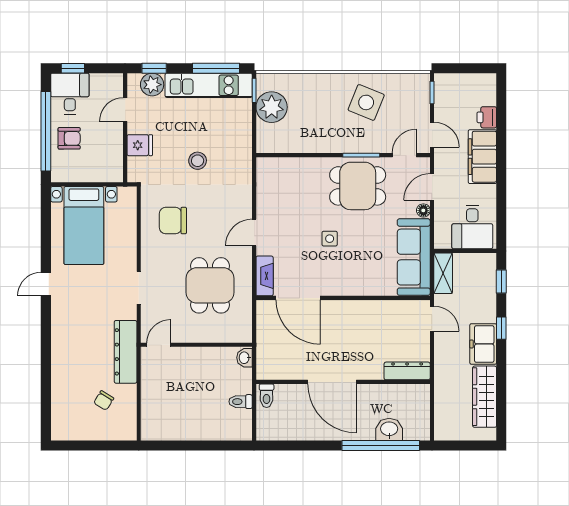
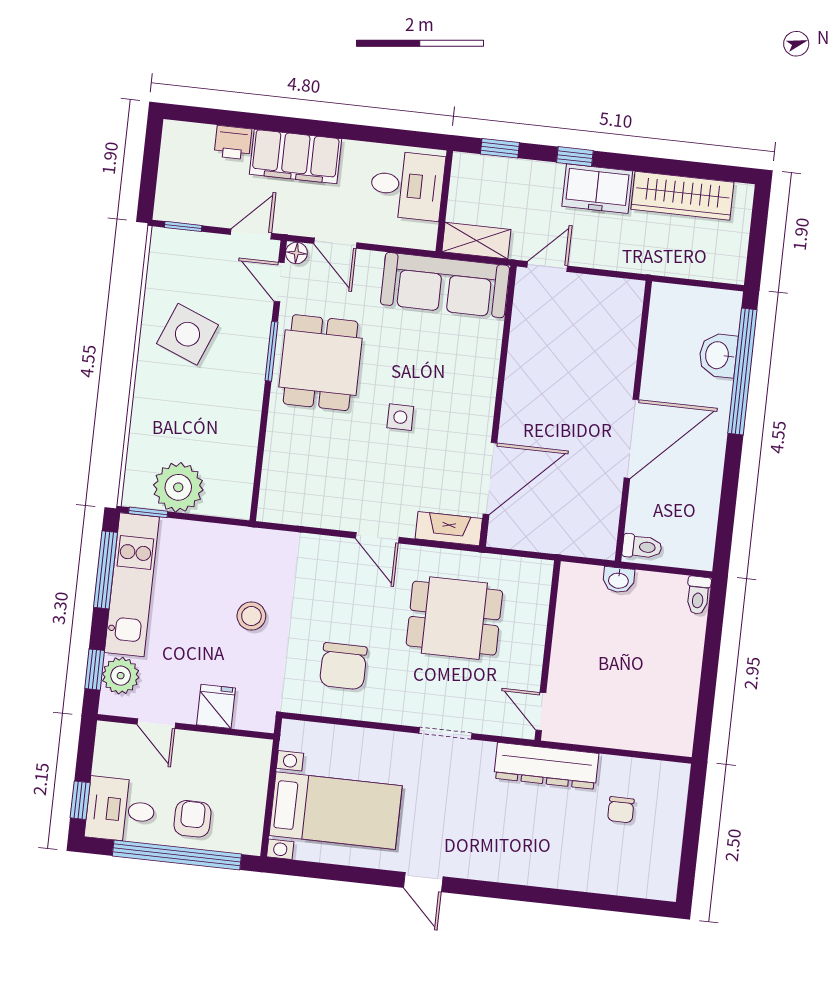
floor lamp: (423, 210) -> (296, 253), moved
washbasin: (245, 358) -> (619, 580), moved
dresser: (407, 371) -> (627, 316), removed
chair: (104, 401) -> (621, 810), turned 58
toilet: (241, 402) -> (698, 595), moved

